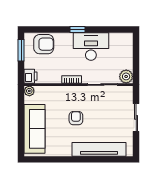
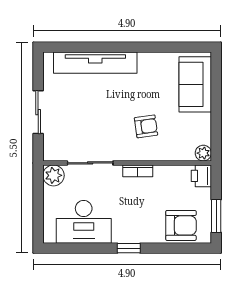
armchair: (44, 44) -> (181, 225), turned 180
desk: (91, 46) -> (84, 222), moved
armchair: (76, 118) -> (146, 126), moved, turned -98
sofa: (34, 129) -> (195, 84), width x0.73

